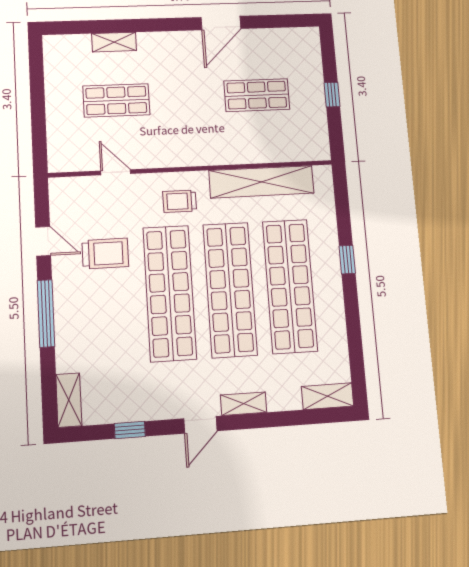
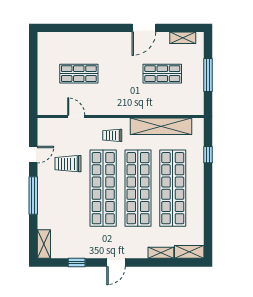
shelving: (114, 42) -> (183, 38), moved
window: (332, 95) -> (208, 75), width x2.17
door: (43, 241) -> (33, 155), hinge flipped
trolley: (105, 254) -> (68, 164), turned 180
window: (347, 260) -> (208, 155), moved
shelving: (244, 404) -> (161, 253), moved

